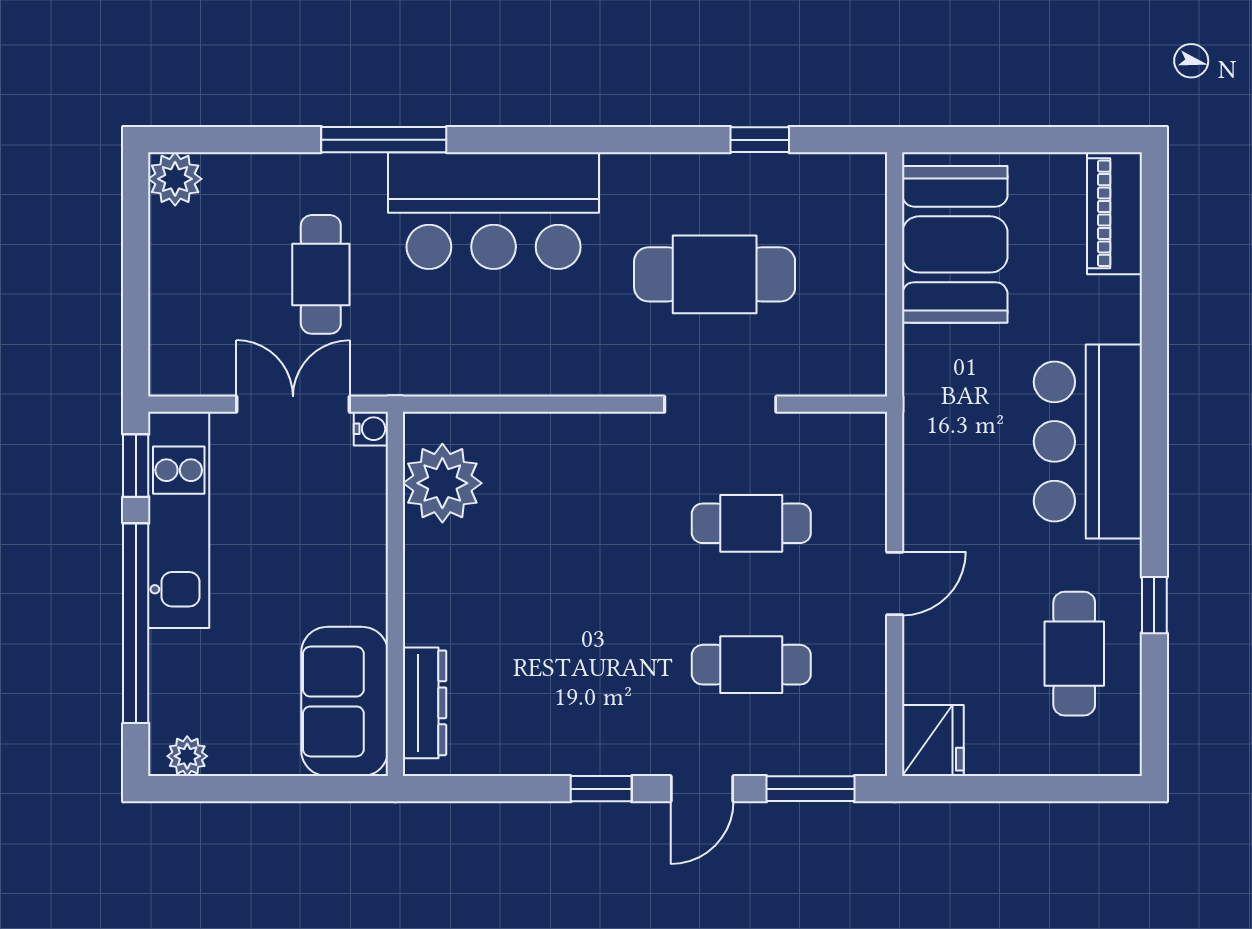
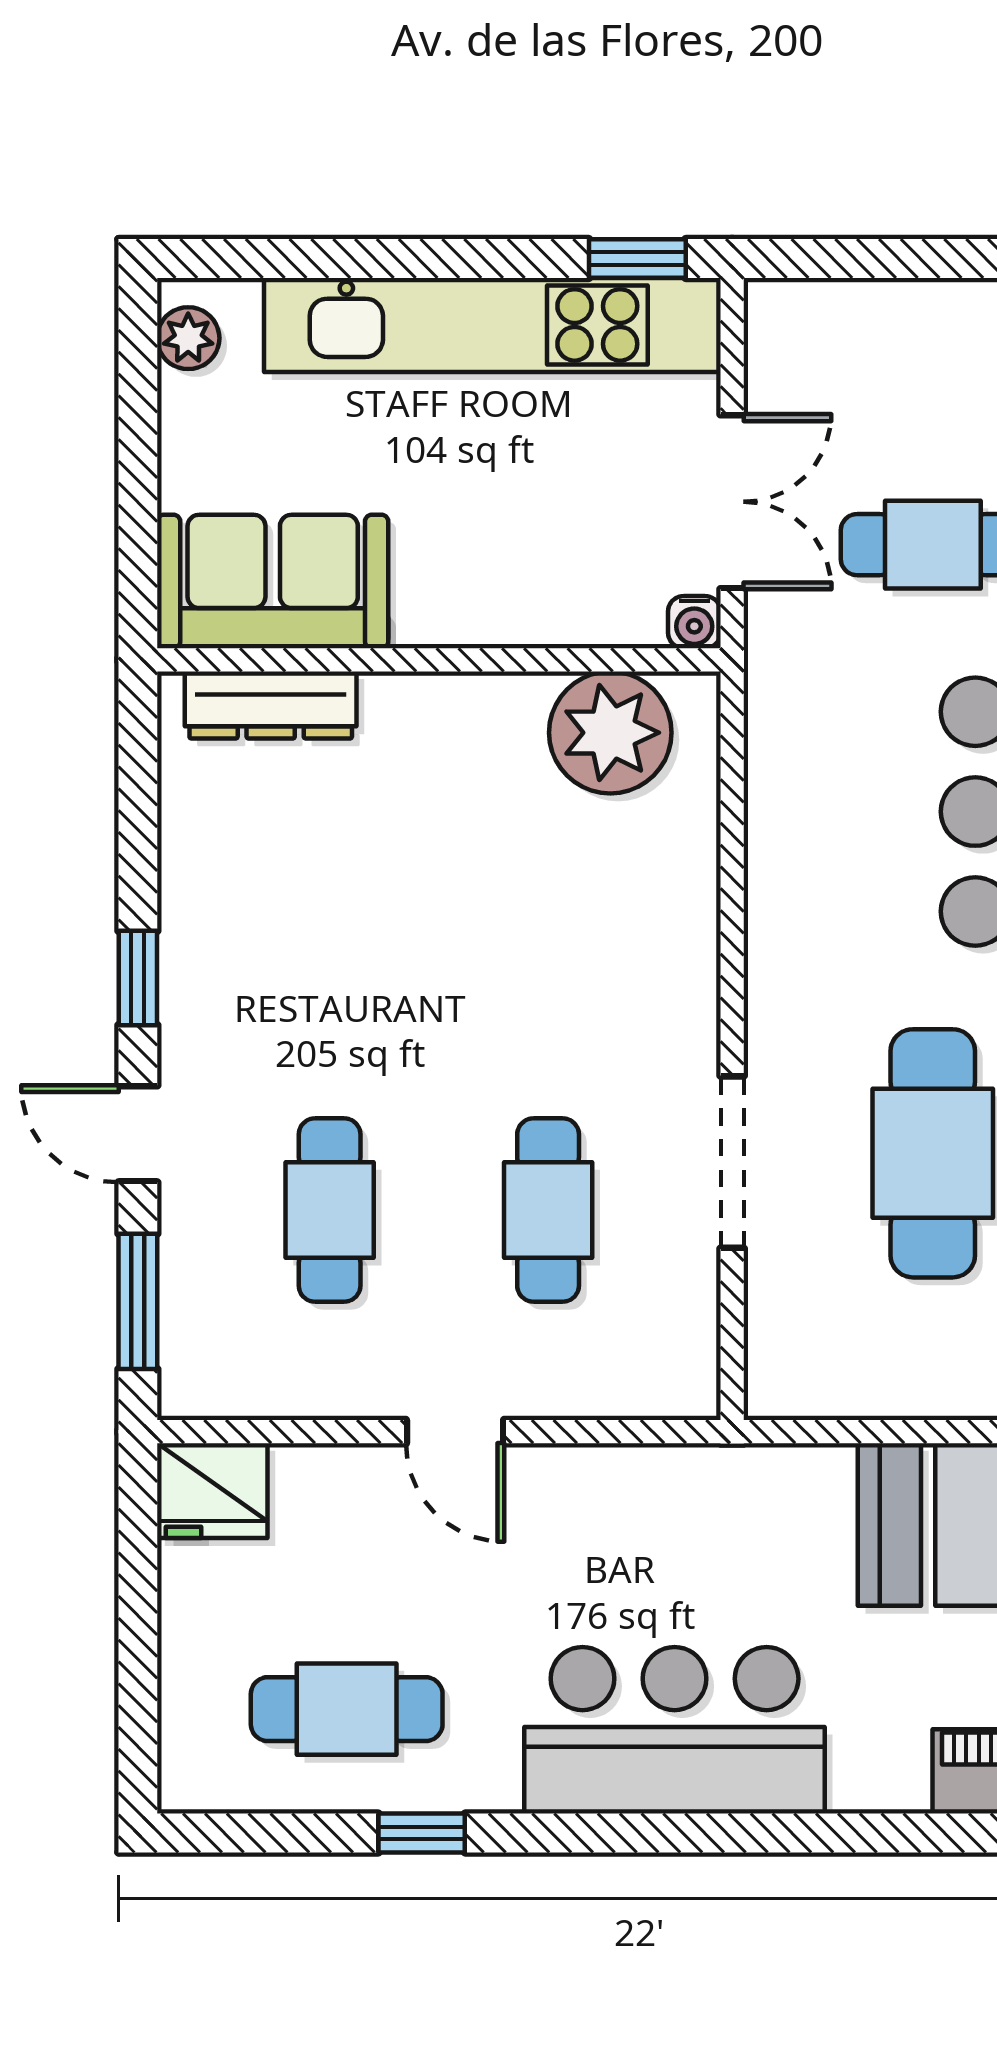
kitchen unit: (179, 520) -> (492, 325), width x1.36
window: (136, 623) -> (394, 259), removed

